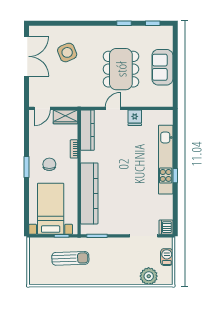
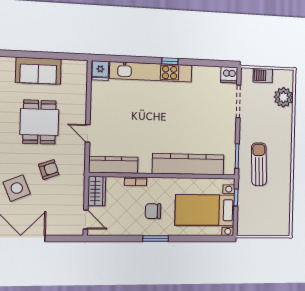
dining table: (121, 69) -> (39, 122), width x0.73
armchair: (83, 77) -> (49, 170), added
fridge: (135, 118) -> (100, 71), moved, turned 90
sun lounger: (70, 258) -> (259, 164), moved

